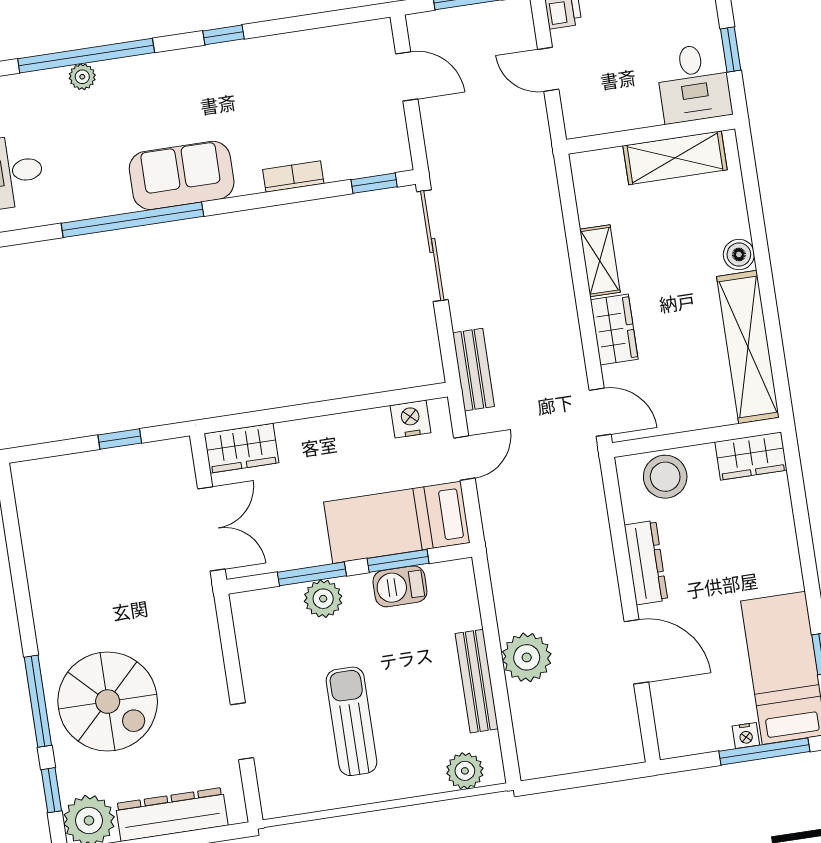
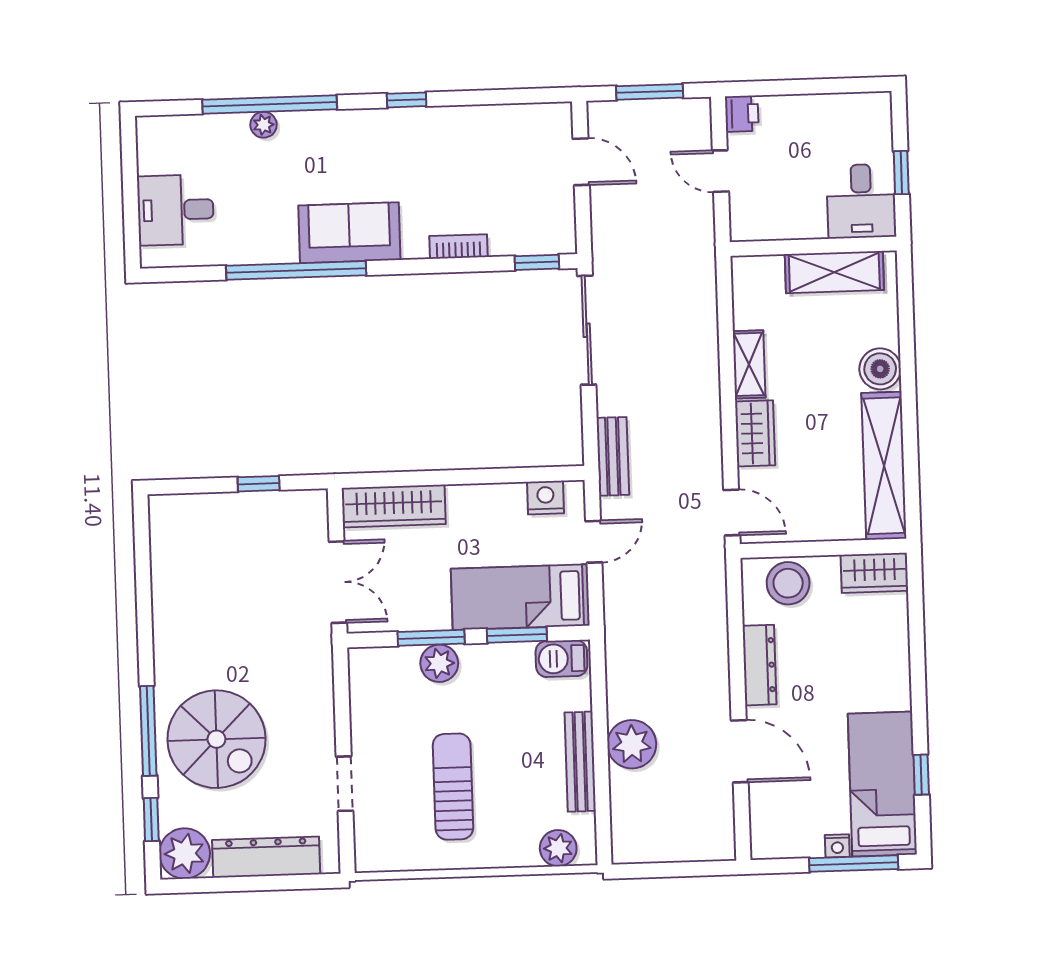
boiler: (739, 255) -> (880, 369), width x1.36, depth x1.36
wardrobe: (241, 448) -> (394, 506), width x1.50
barbecue: (400, 586) -> (561, 659), moved

